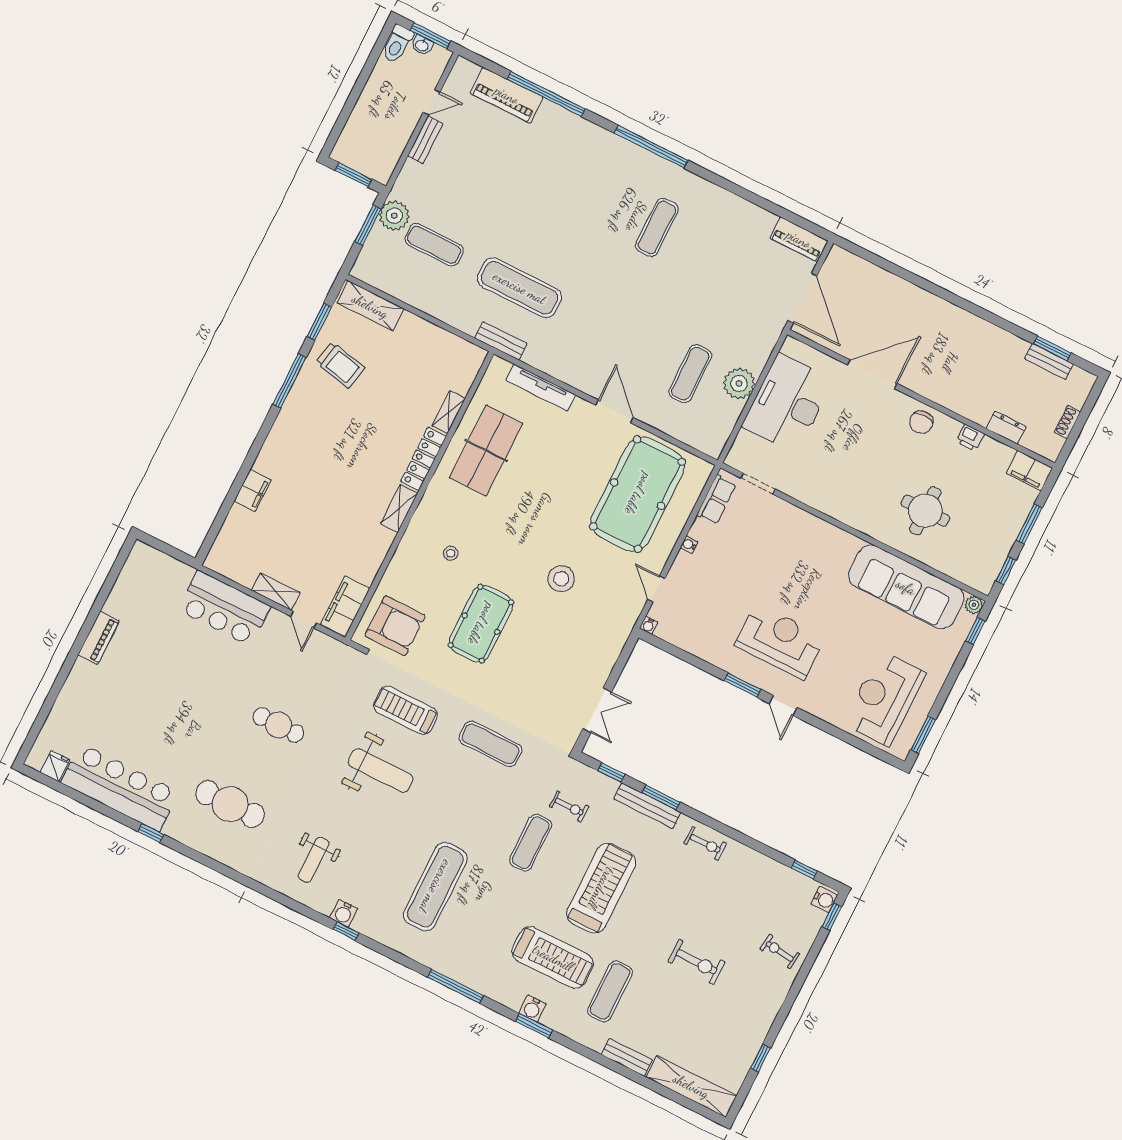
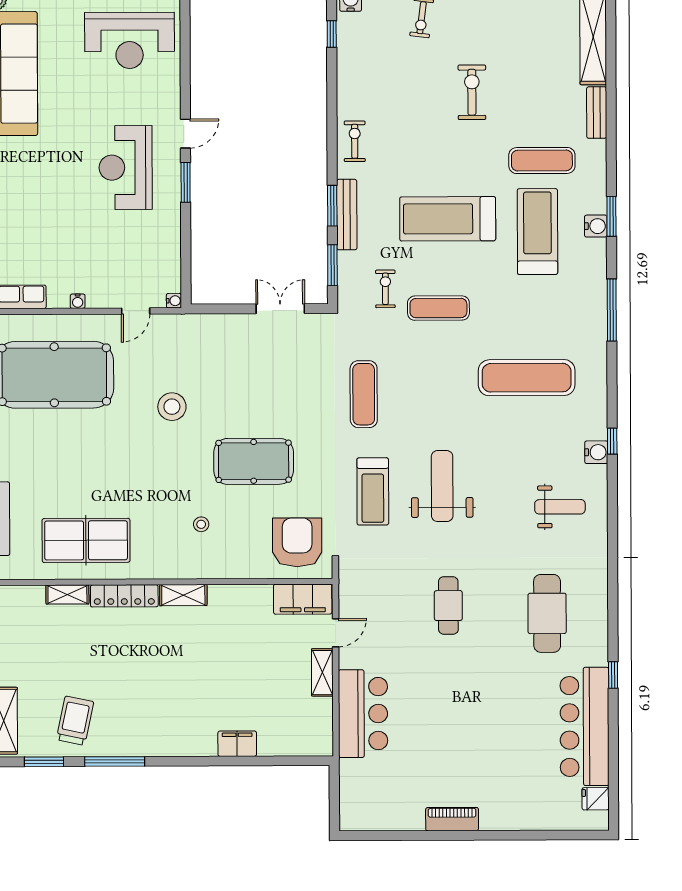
window: (611, 772) -> (332, 265), width x1.50

